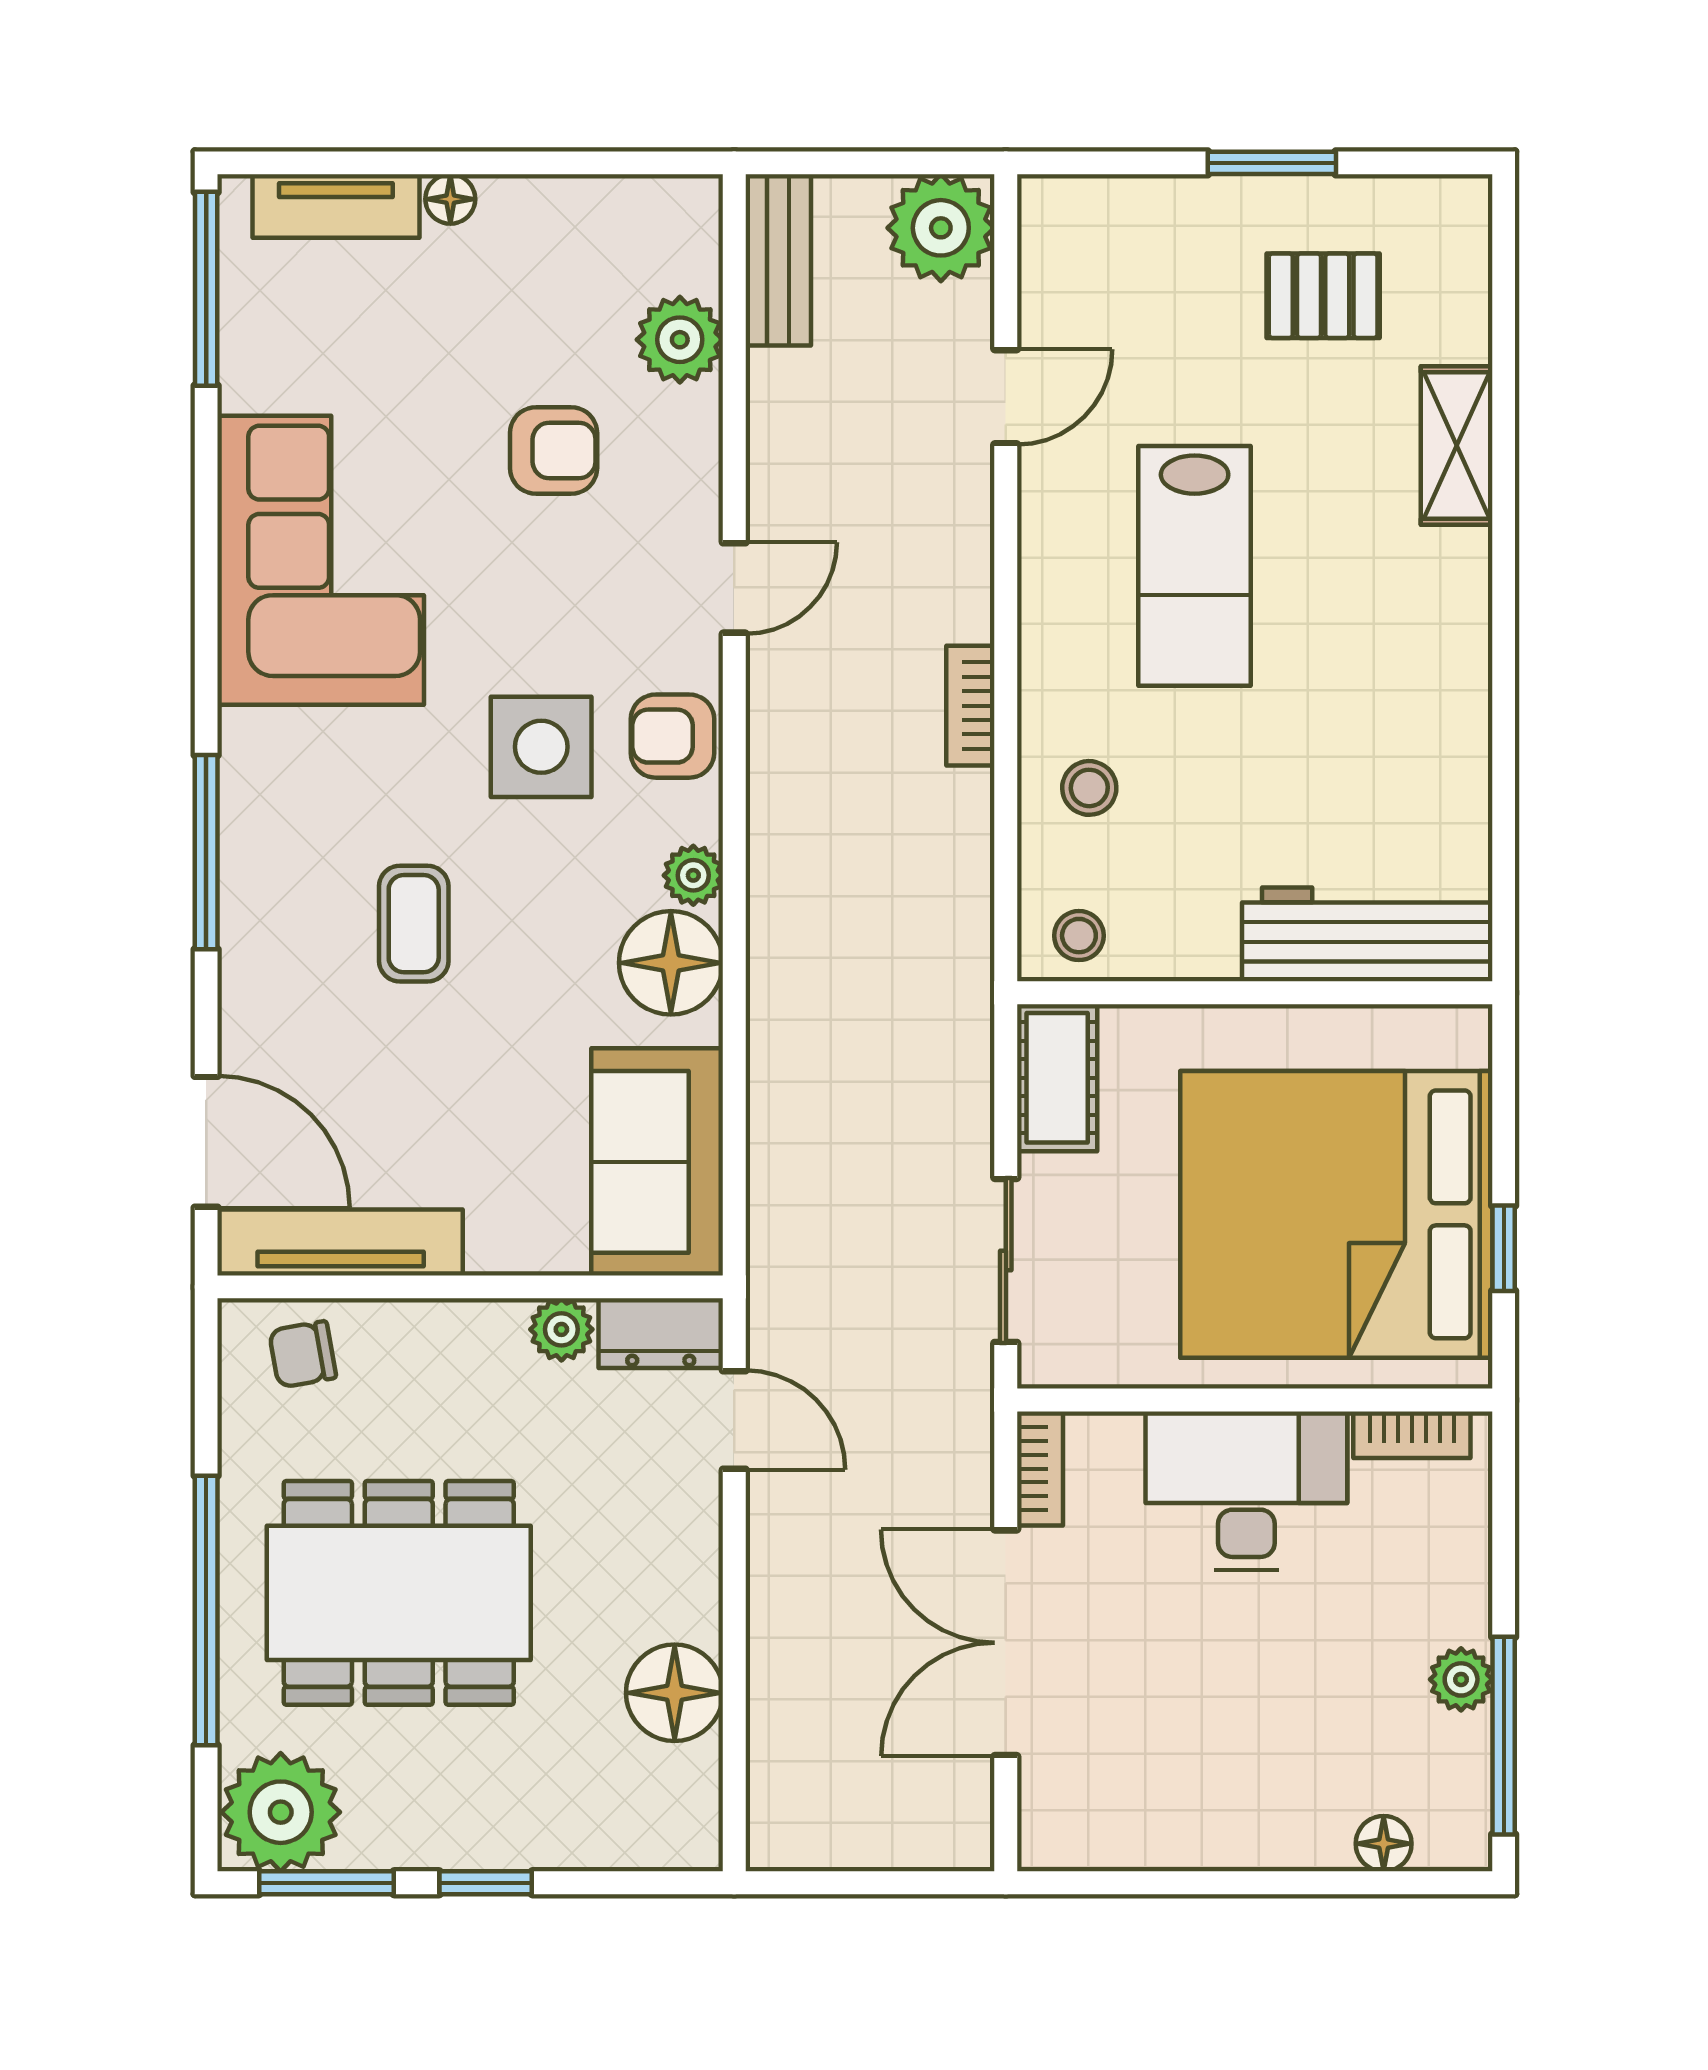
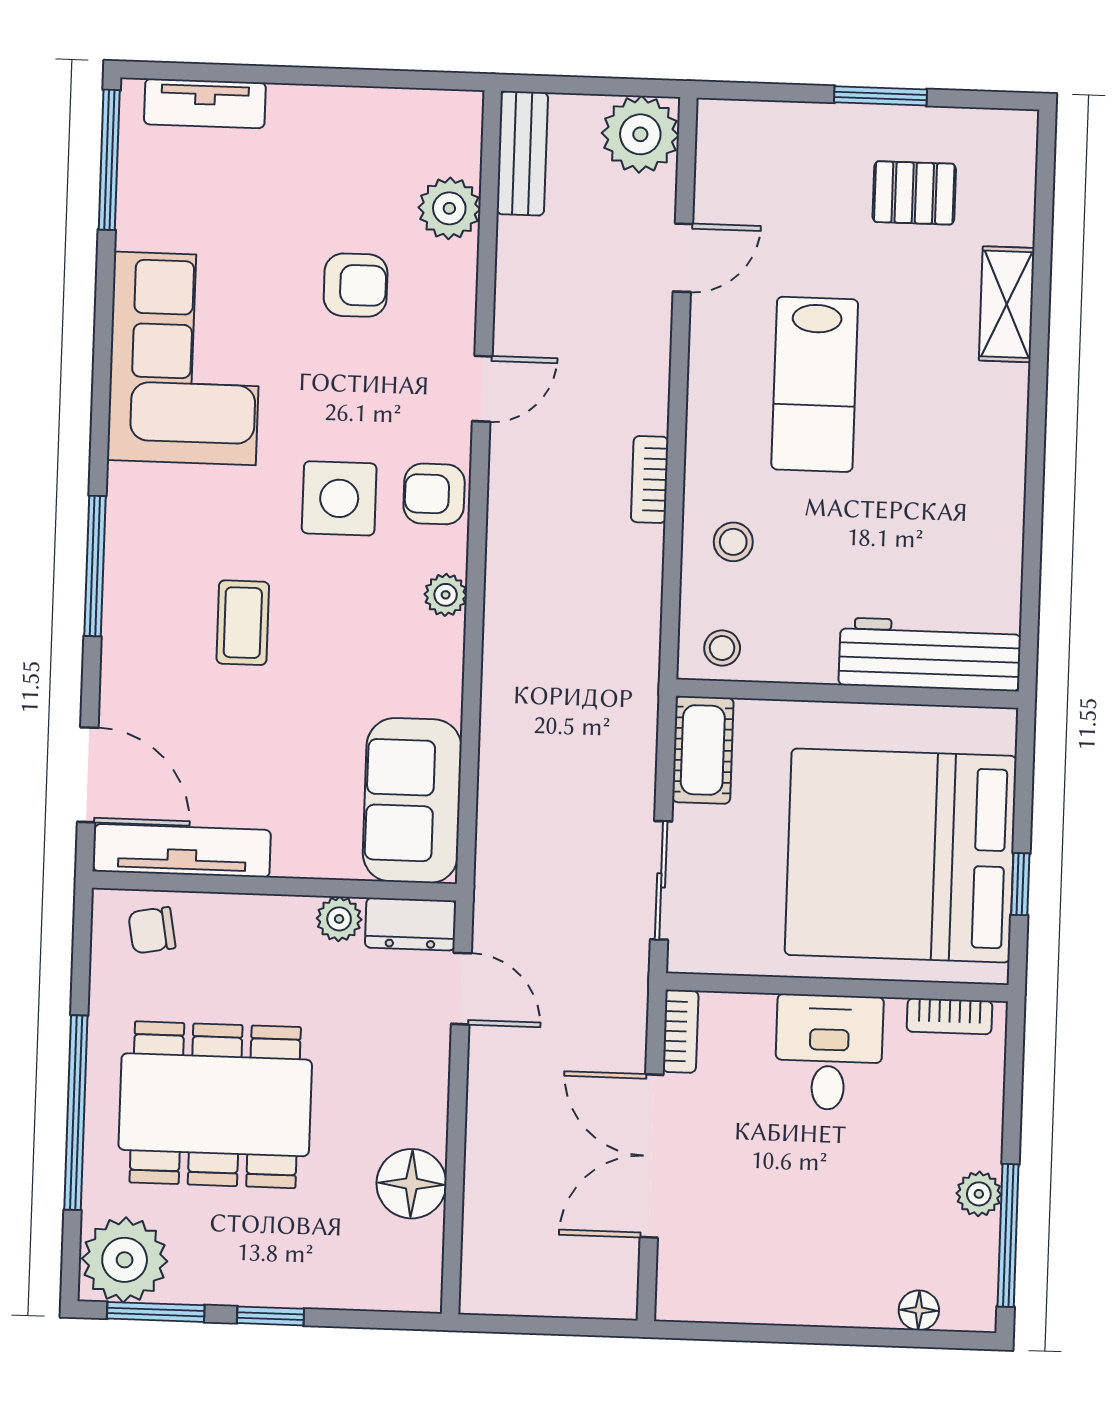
floor lamp: (450, 199) -> (287, 101), removed
floor lamp: (671, 963) -> (427, 657), removed
desk: (1246, 1491) -> (829, 1052), width x0.73

